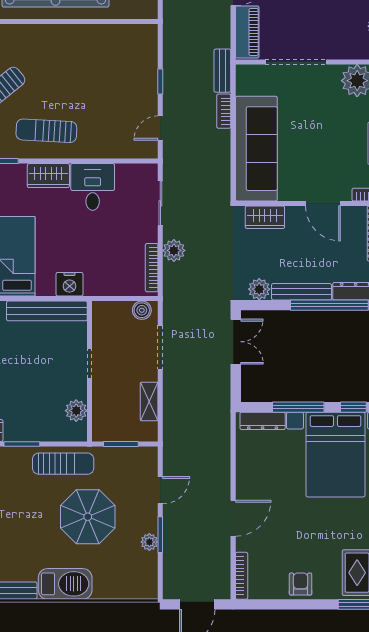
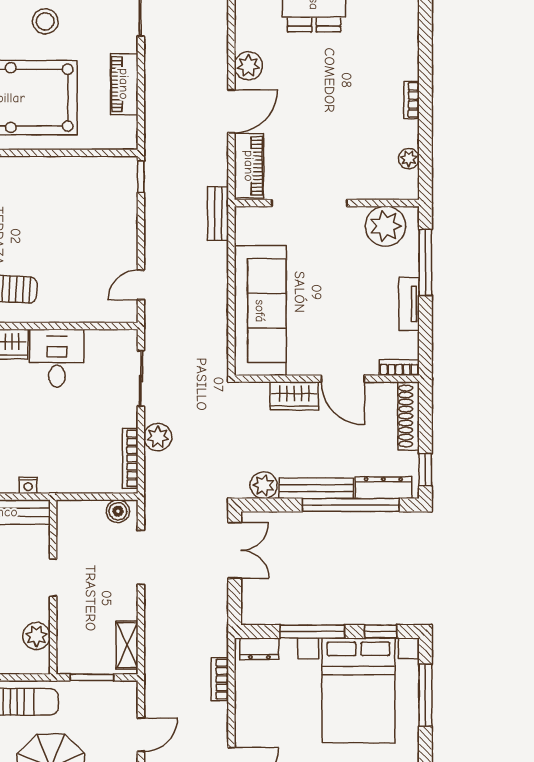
window: (160, 82) -> (141, 177), moved
bookcase: (224, 111) -> (220, 679), moved
wardrobe: (265, 217) -> (294, 396), moved
nightstand: (69, 284) -> (28, 485), width x0.53, depth x0.56
shelving: (149, 401) -> (127, 645), moved
dresser: (263, 421) -> (259, 649), width x0.70

